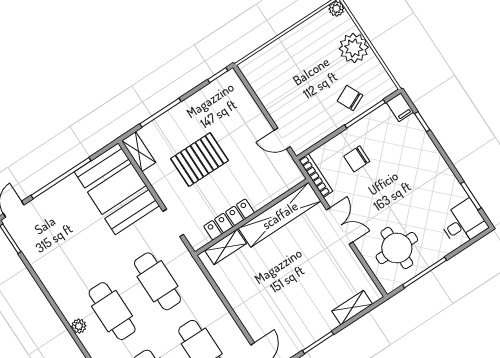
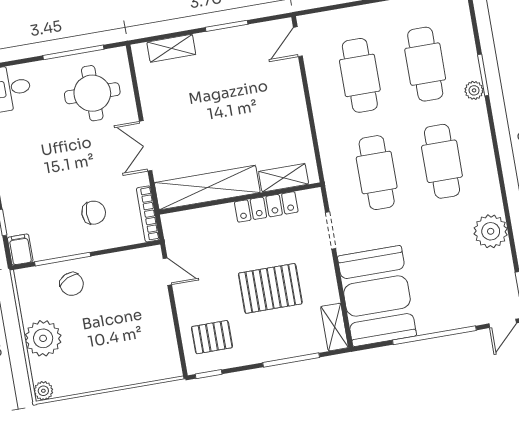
pallet: (227, 104) -> (212, 337), added
plant: (79, 326) -> (491, 231), moved, width x1.88, depth x1.88

